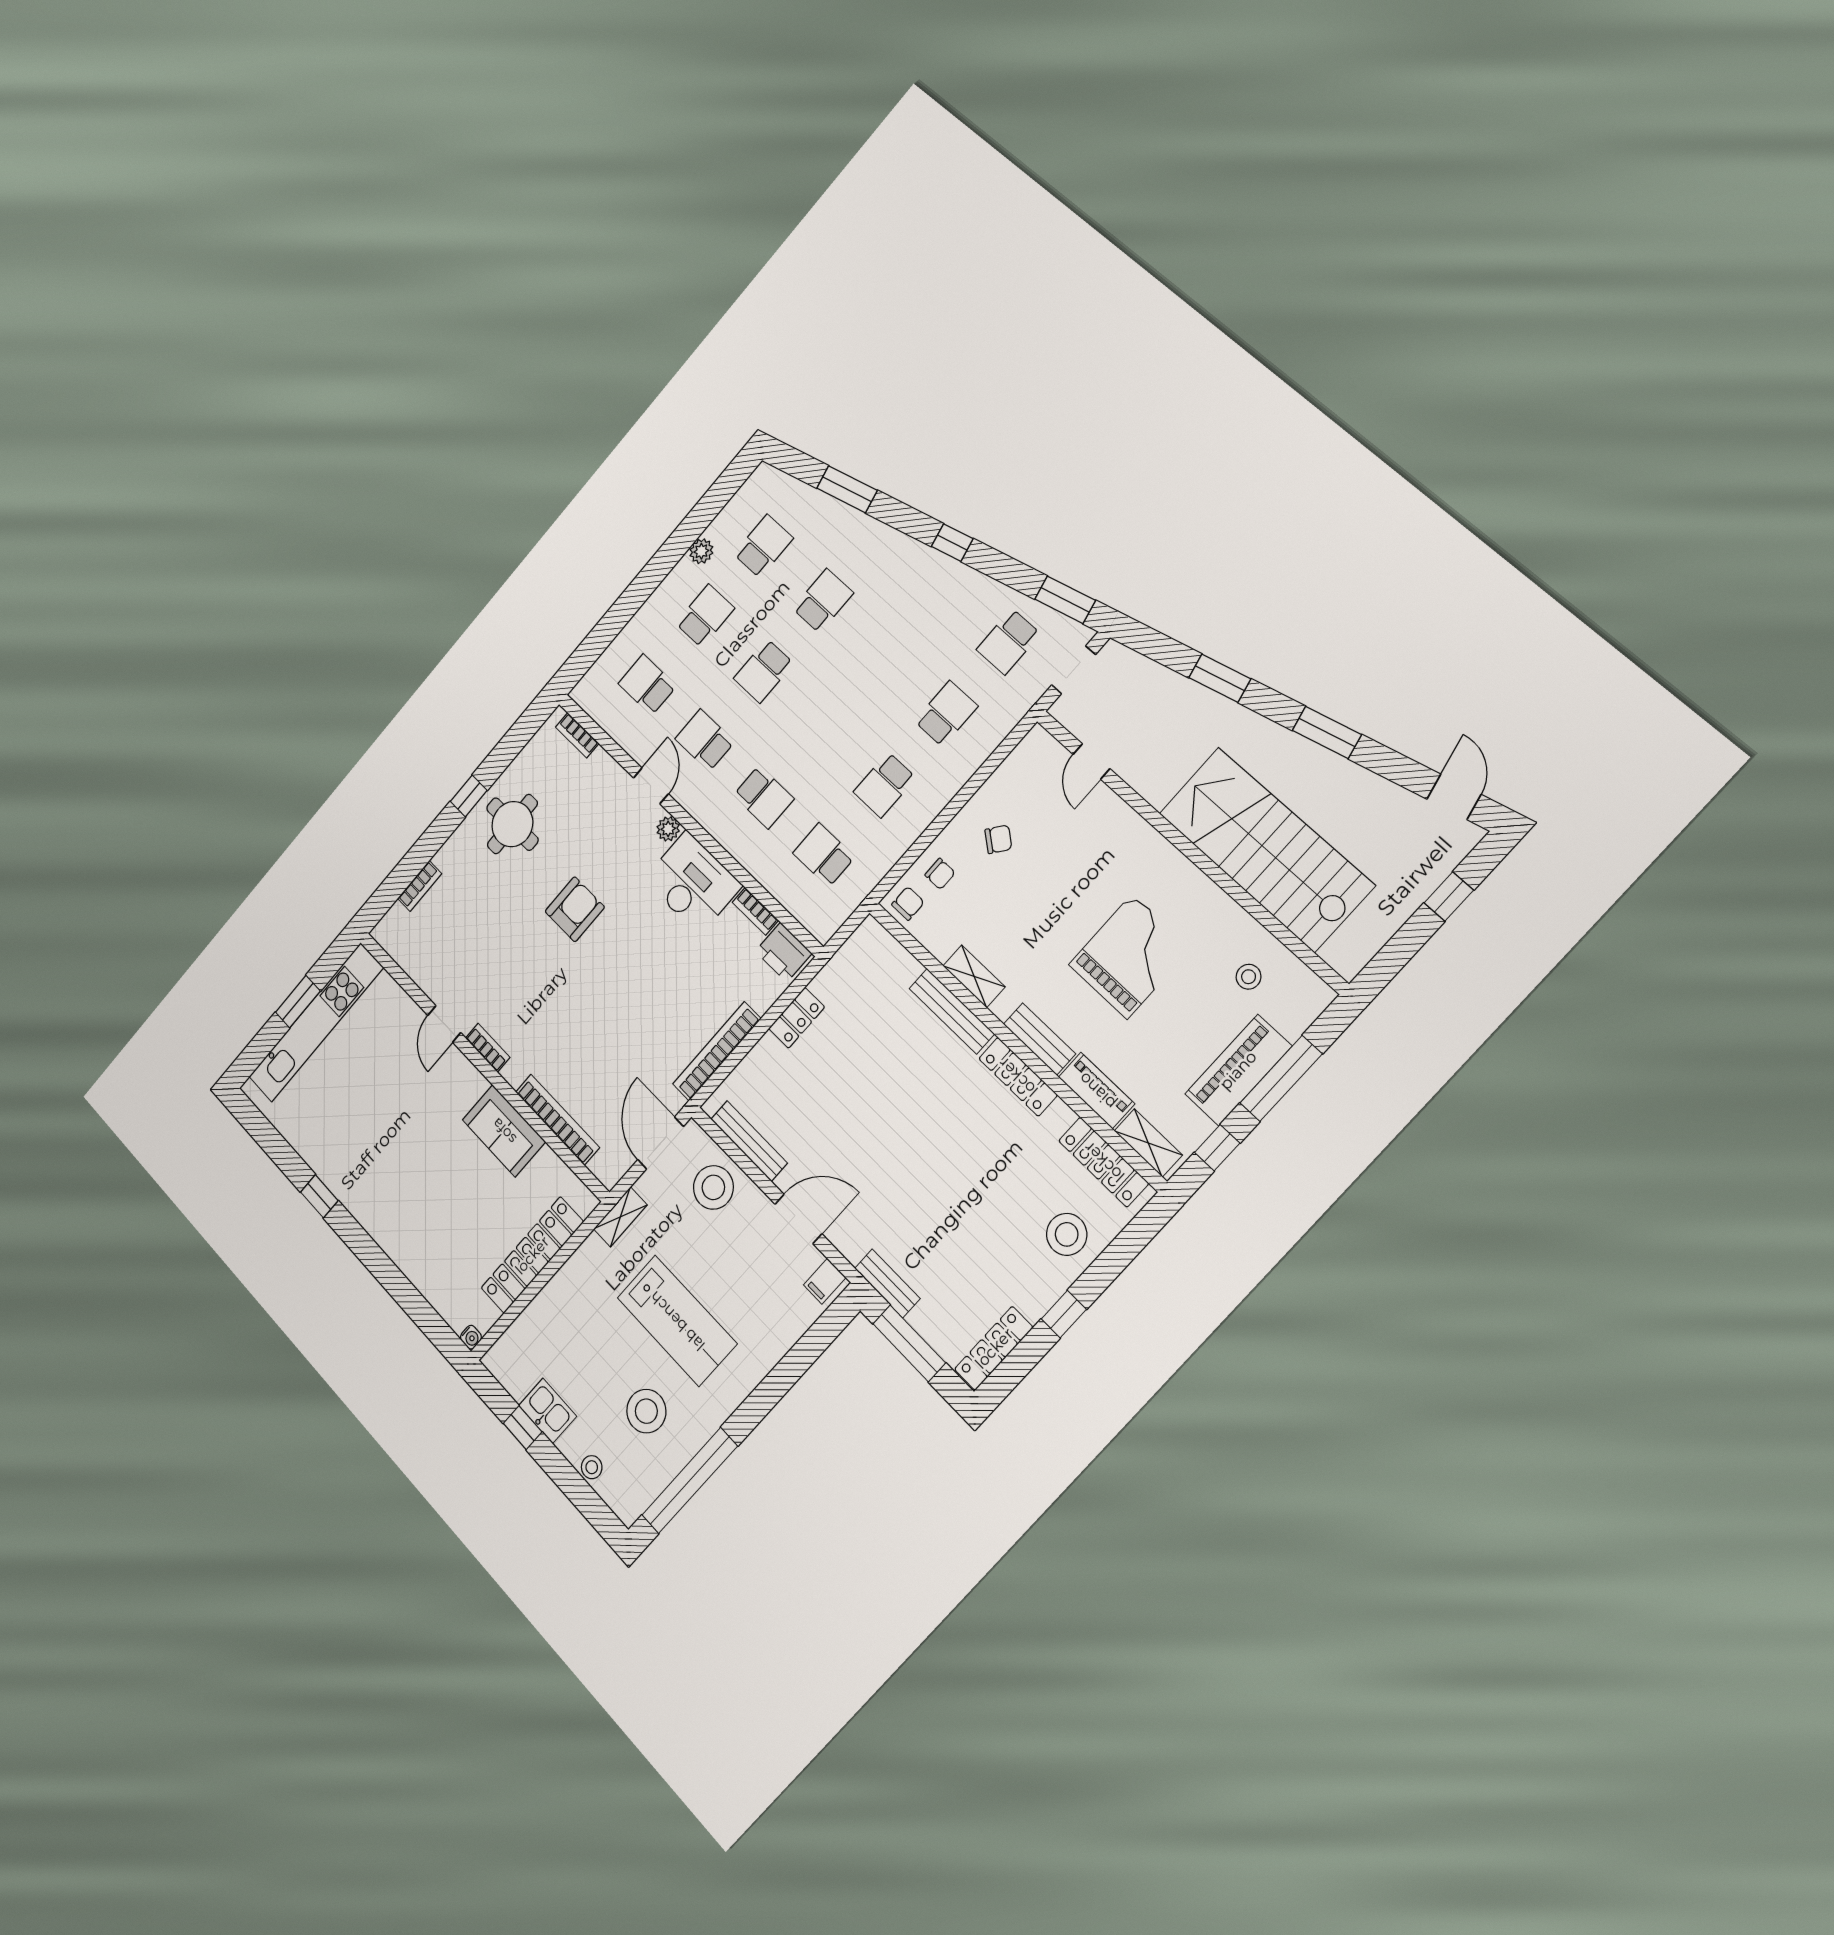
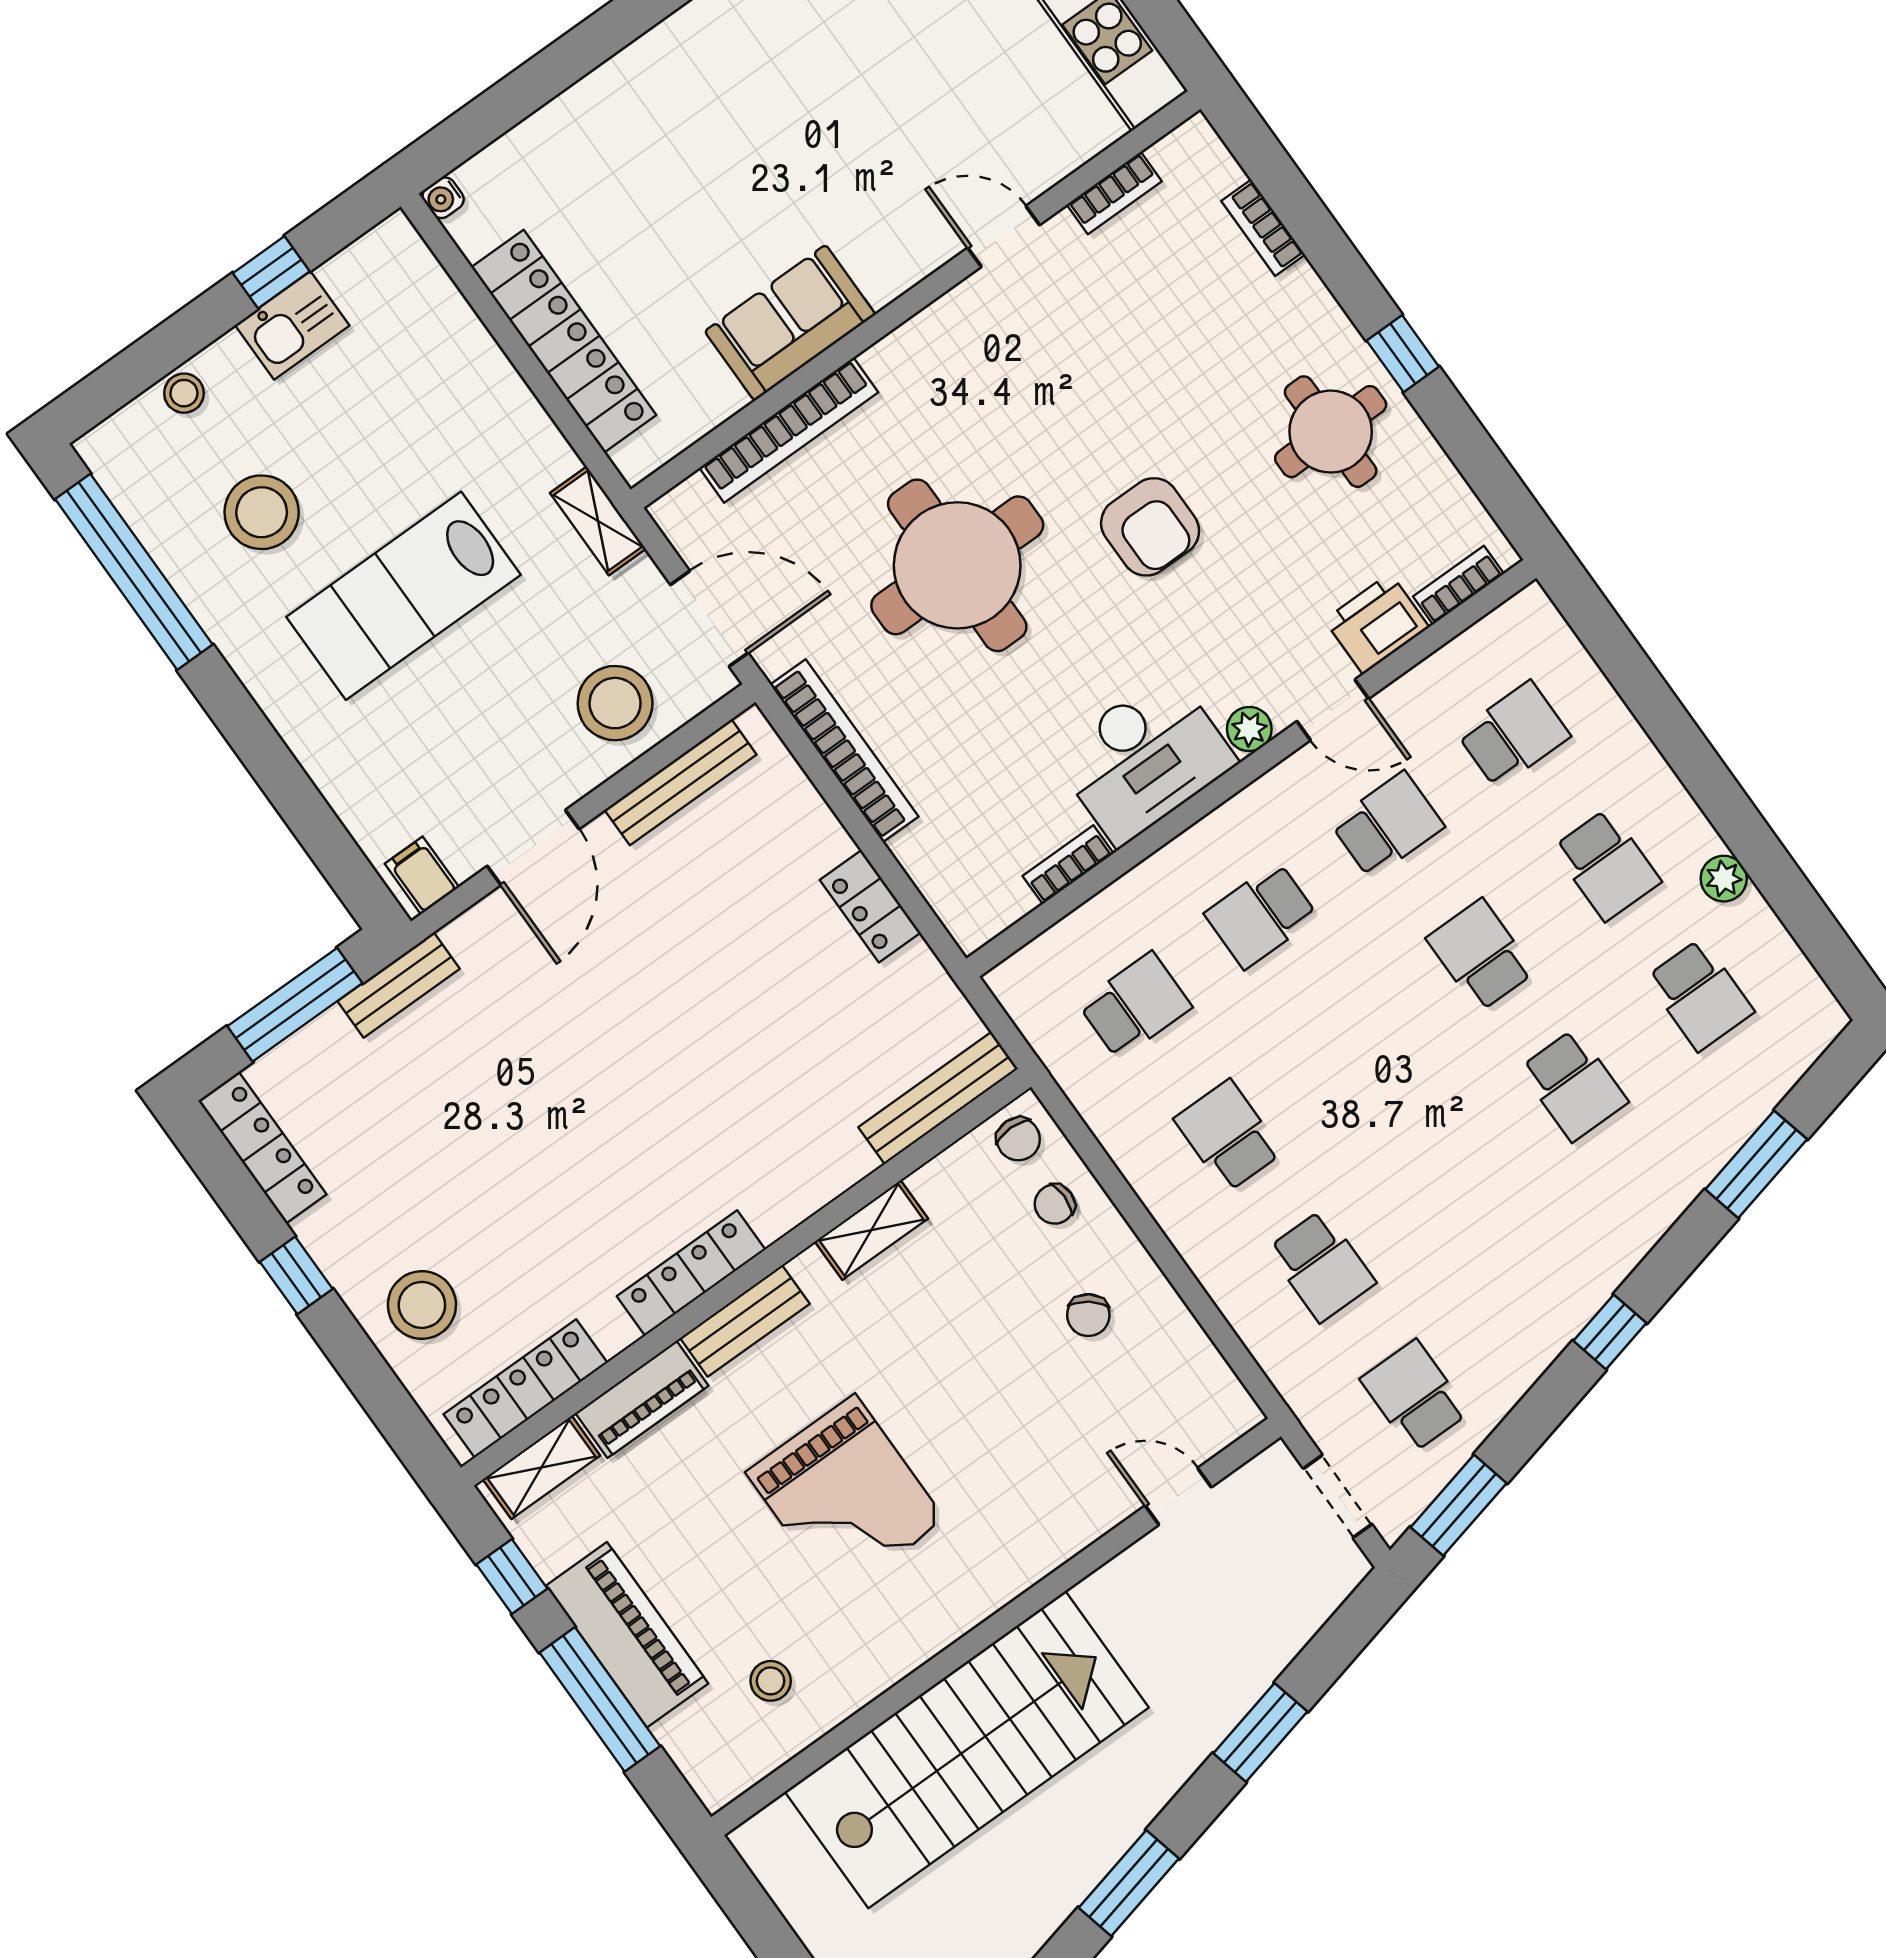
printer: (784, 952) -> (1377, 624), moved
round table: (611, 1010) -> (957, 565), added
bench: (952, 1011) -> (938, 1098), moved
bookcase: (488, 1048) -> (1114, 193), moved

